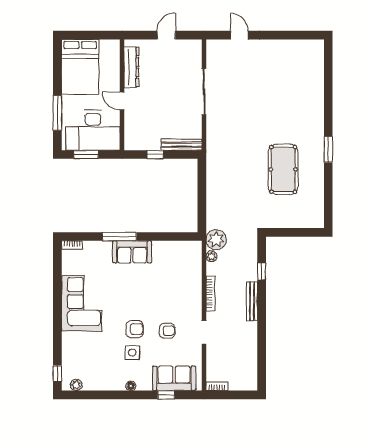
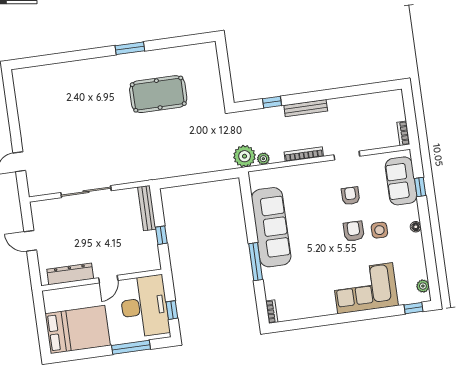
window: (86, 155) -> (172, 310), width x0.67
sofa: (132, 252) -> (271, 227), width x1.85, depth x1.27
corner sofa: (81, 303) -> (365, 288), moved

